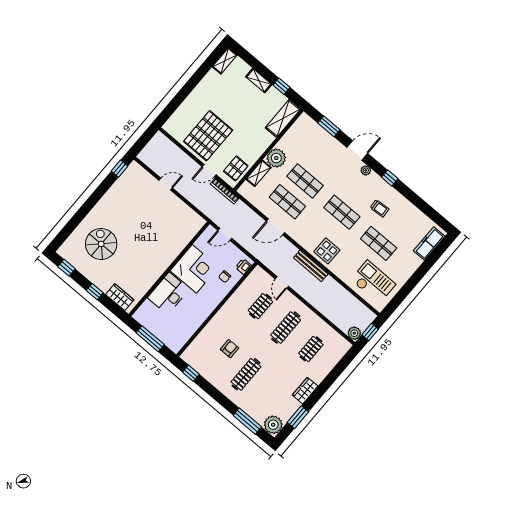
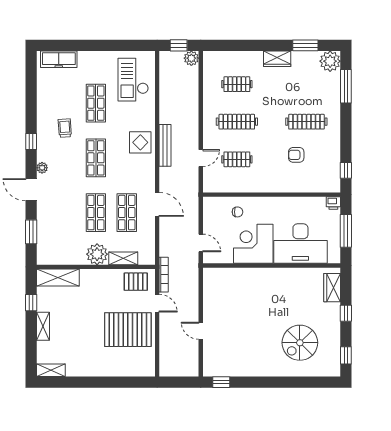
printer: (243, 267) -> (333, 203), moved
desk: (168, 293) -> (300, 244), width x1.36, depth x1.30

